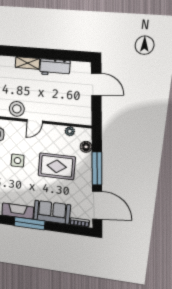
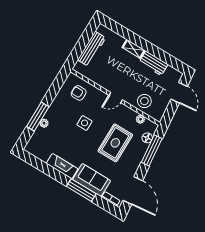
stool: (17, 109) -> (144, 101), moved
rug: (57, 166) -> (115, 143), turned 90
window: (97, 169) -> (152, 150), moved
window: (30, 223) -> (81, 190), moved

